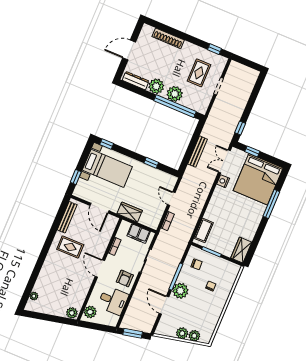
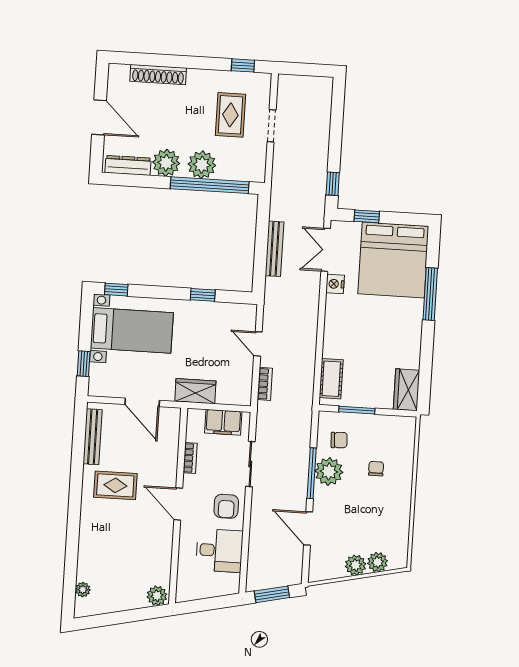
door: (129, 50) -> (99, 117), swing flipped
plant: (180, 291) -> (329, 472), moved
plant: (90, 312) -> (187, 583), removed

